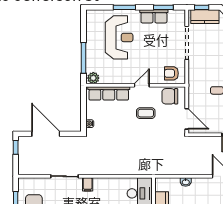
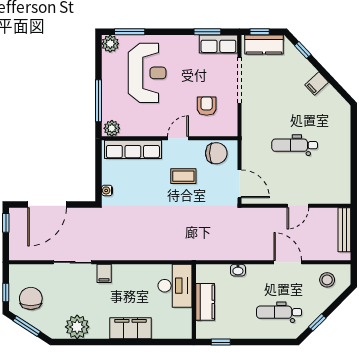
window: (124, 7) -> (130, 32), moved
plant: (92, 16) -> (110, 44), added
row of seats: (154, 16) -> (218, 44), moved
armchair: (171, 73) -> (207, 106), moved, turned 90
chair: (170, 96) -> (216, 153), turned 180
door: (46, 134) -> (47, 205), swing flipped

